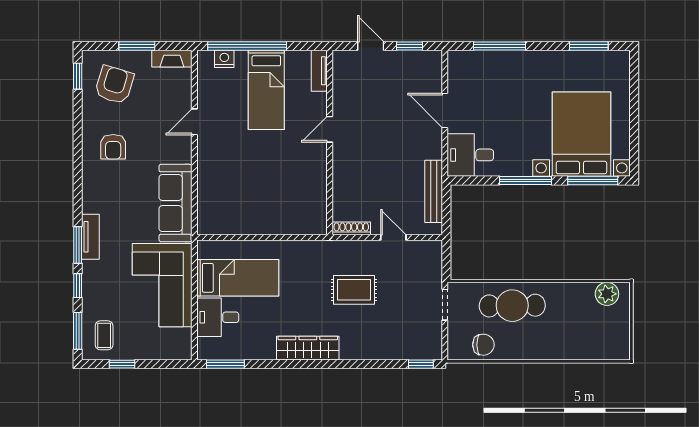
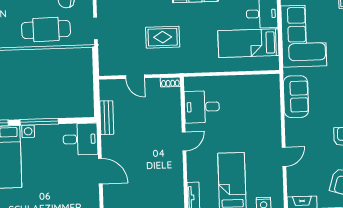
door: (330, 129) -> (184, 141), moved
bench: (434, 191) -> (107, 118), width x0.73
desk: (304, 193) -> (202, 107), added
sofa: (175, 203) -> (296, 97), width x0.73
shoe rack: (351, 228) -> (170, 82), width x0.70

